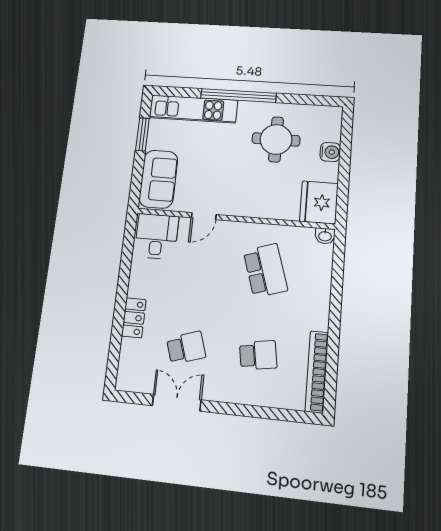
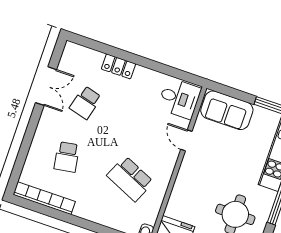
school desk: (265, 271) -> (130, 179), turned 42
school desk: (186, 348) -> (85, 103), turned 33

